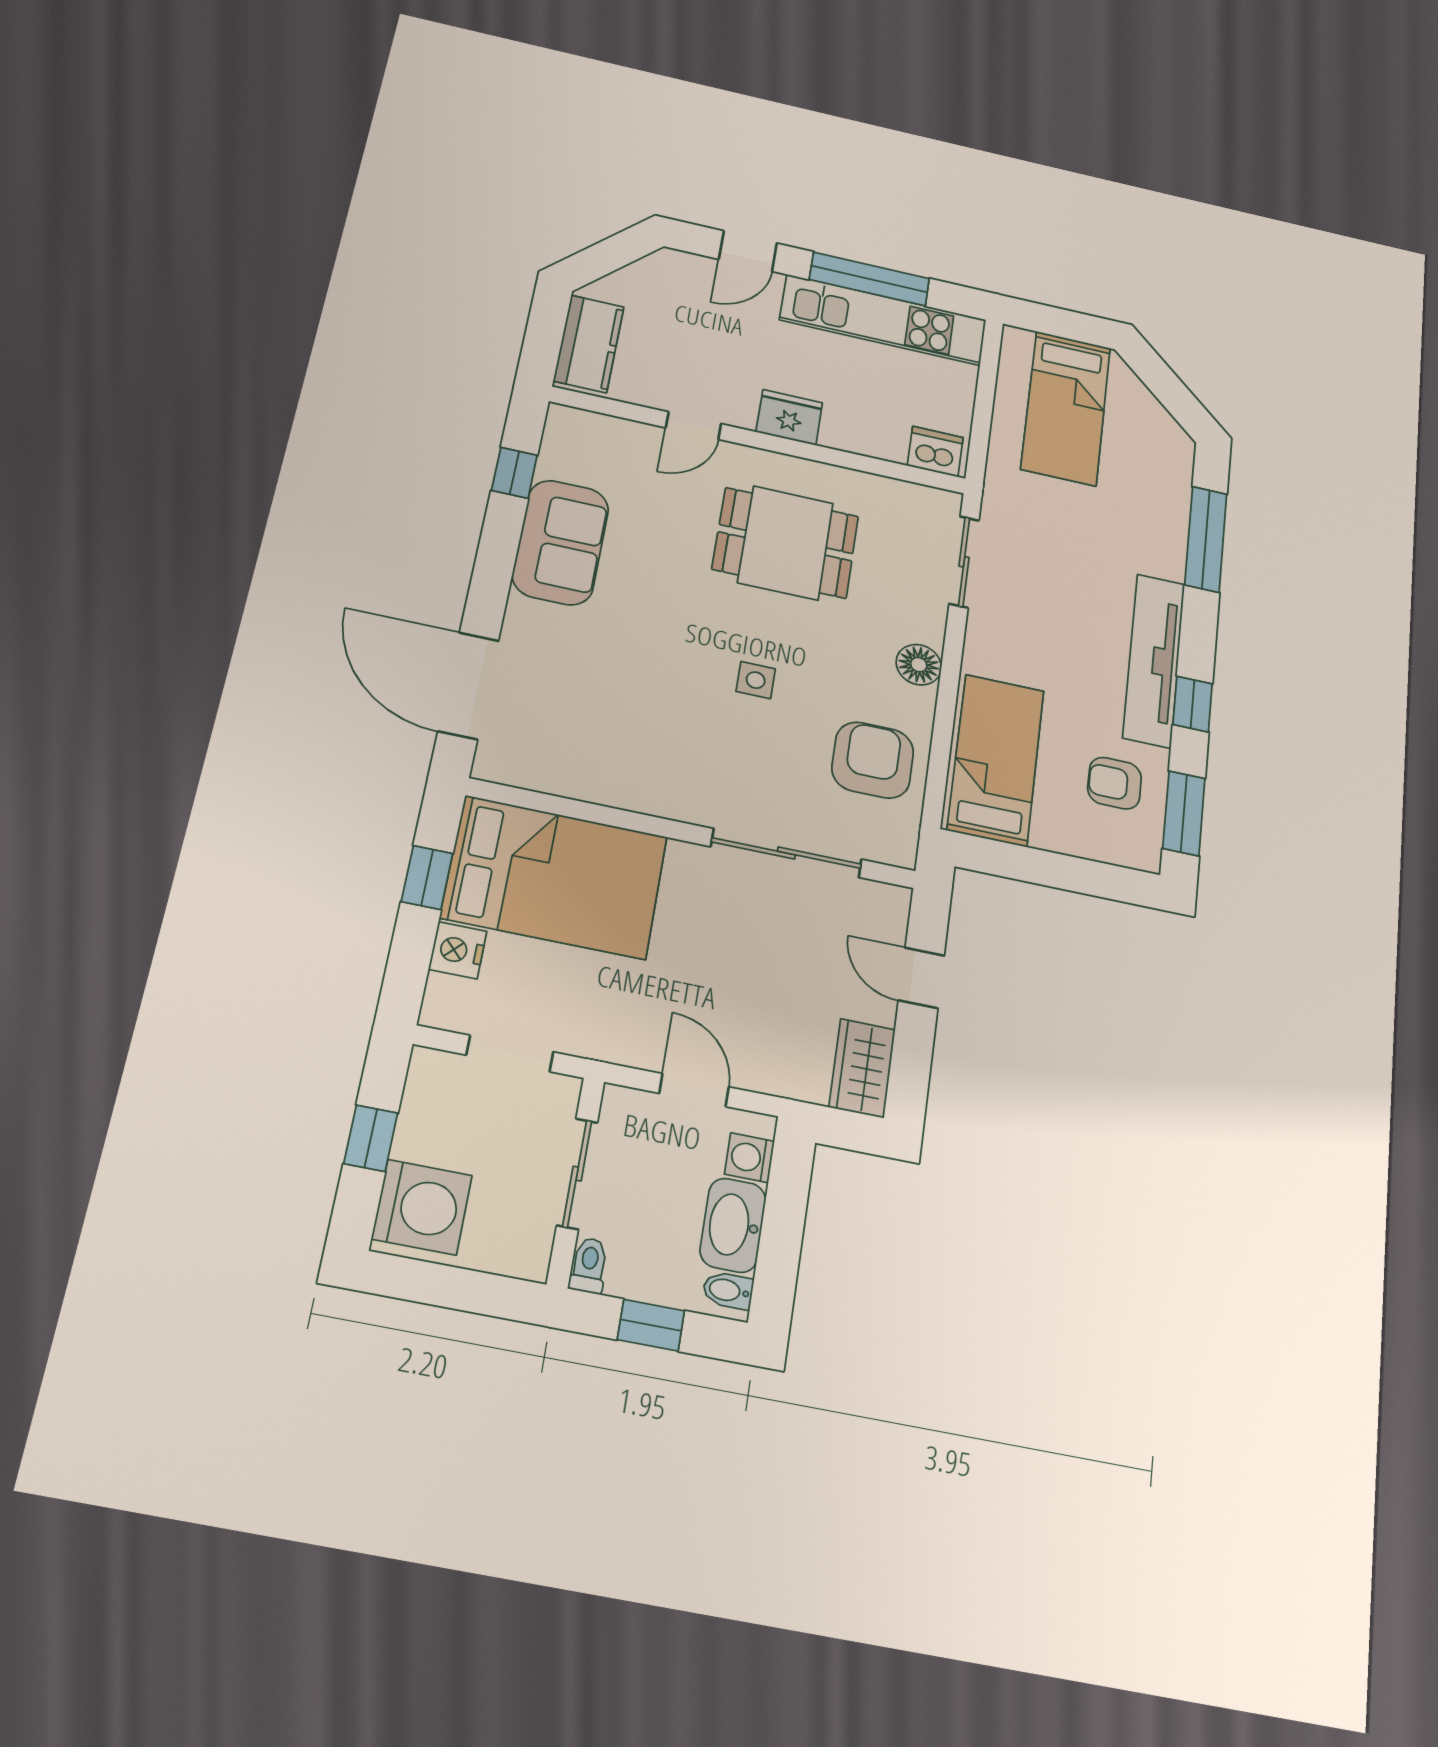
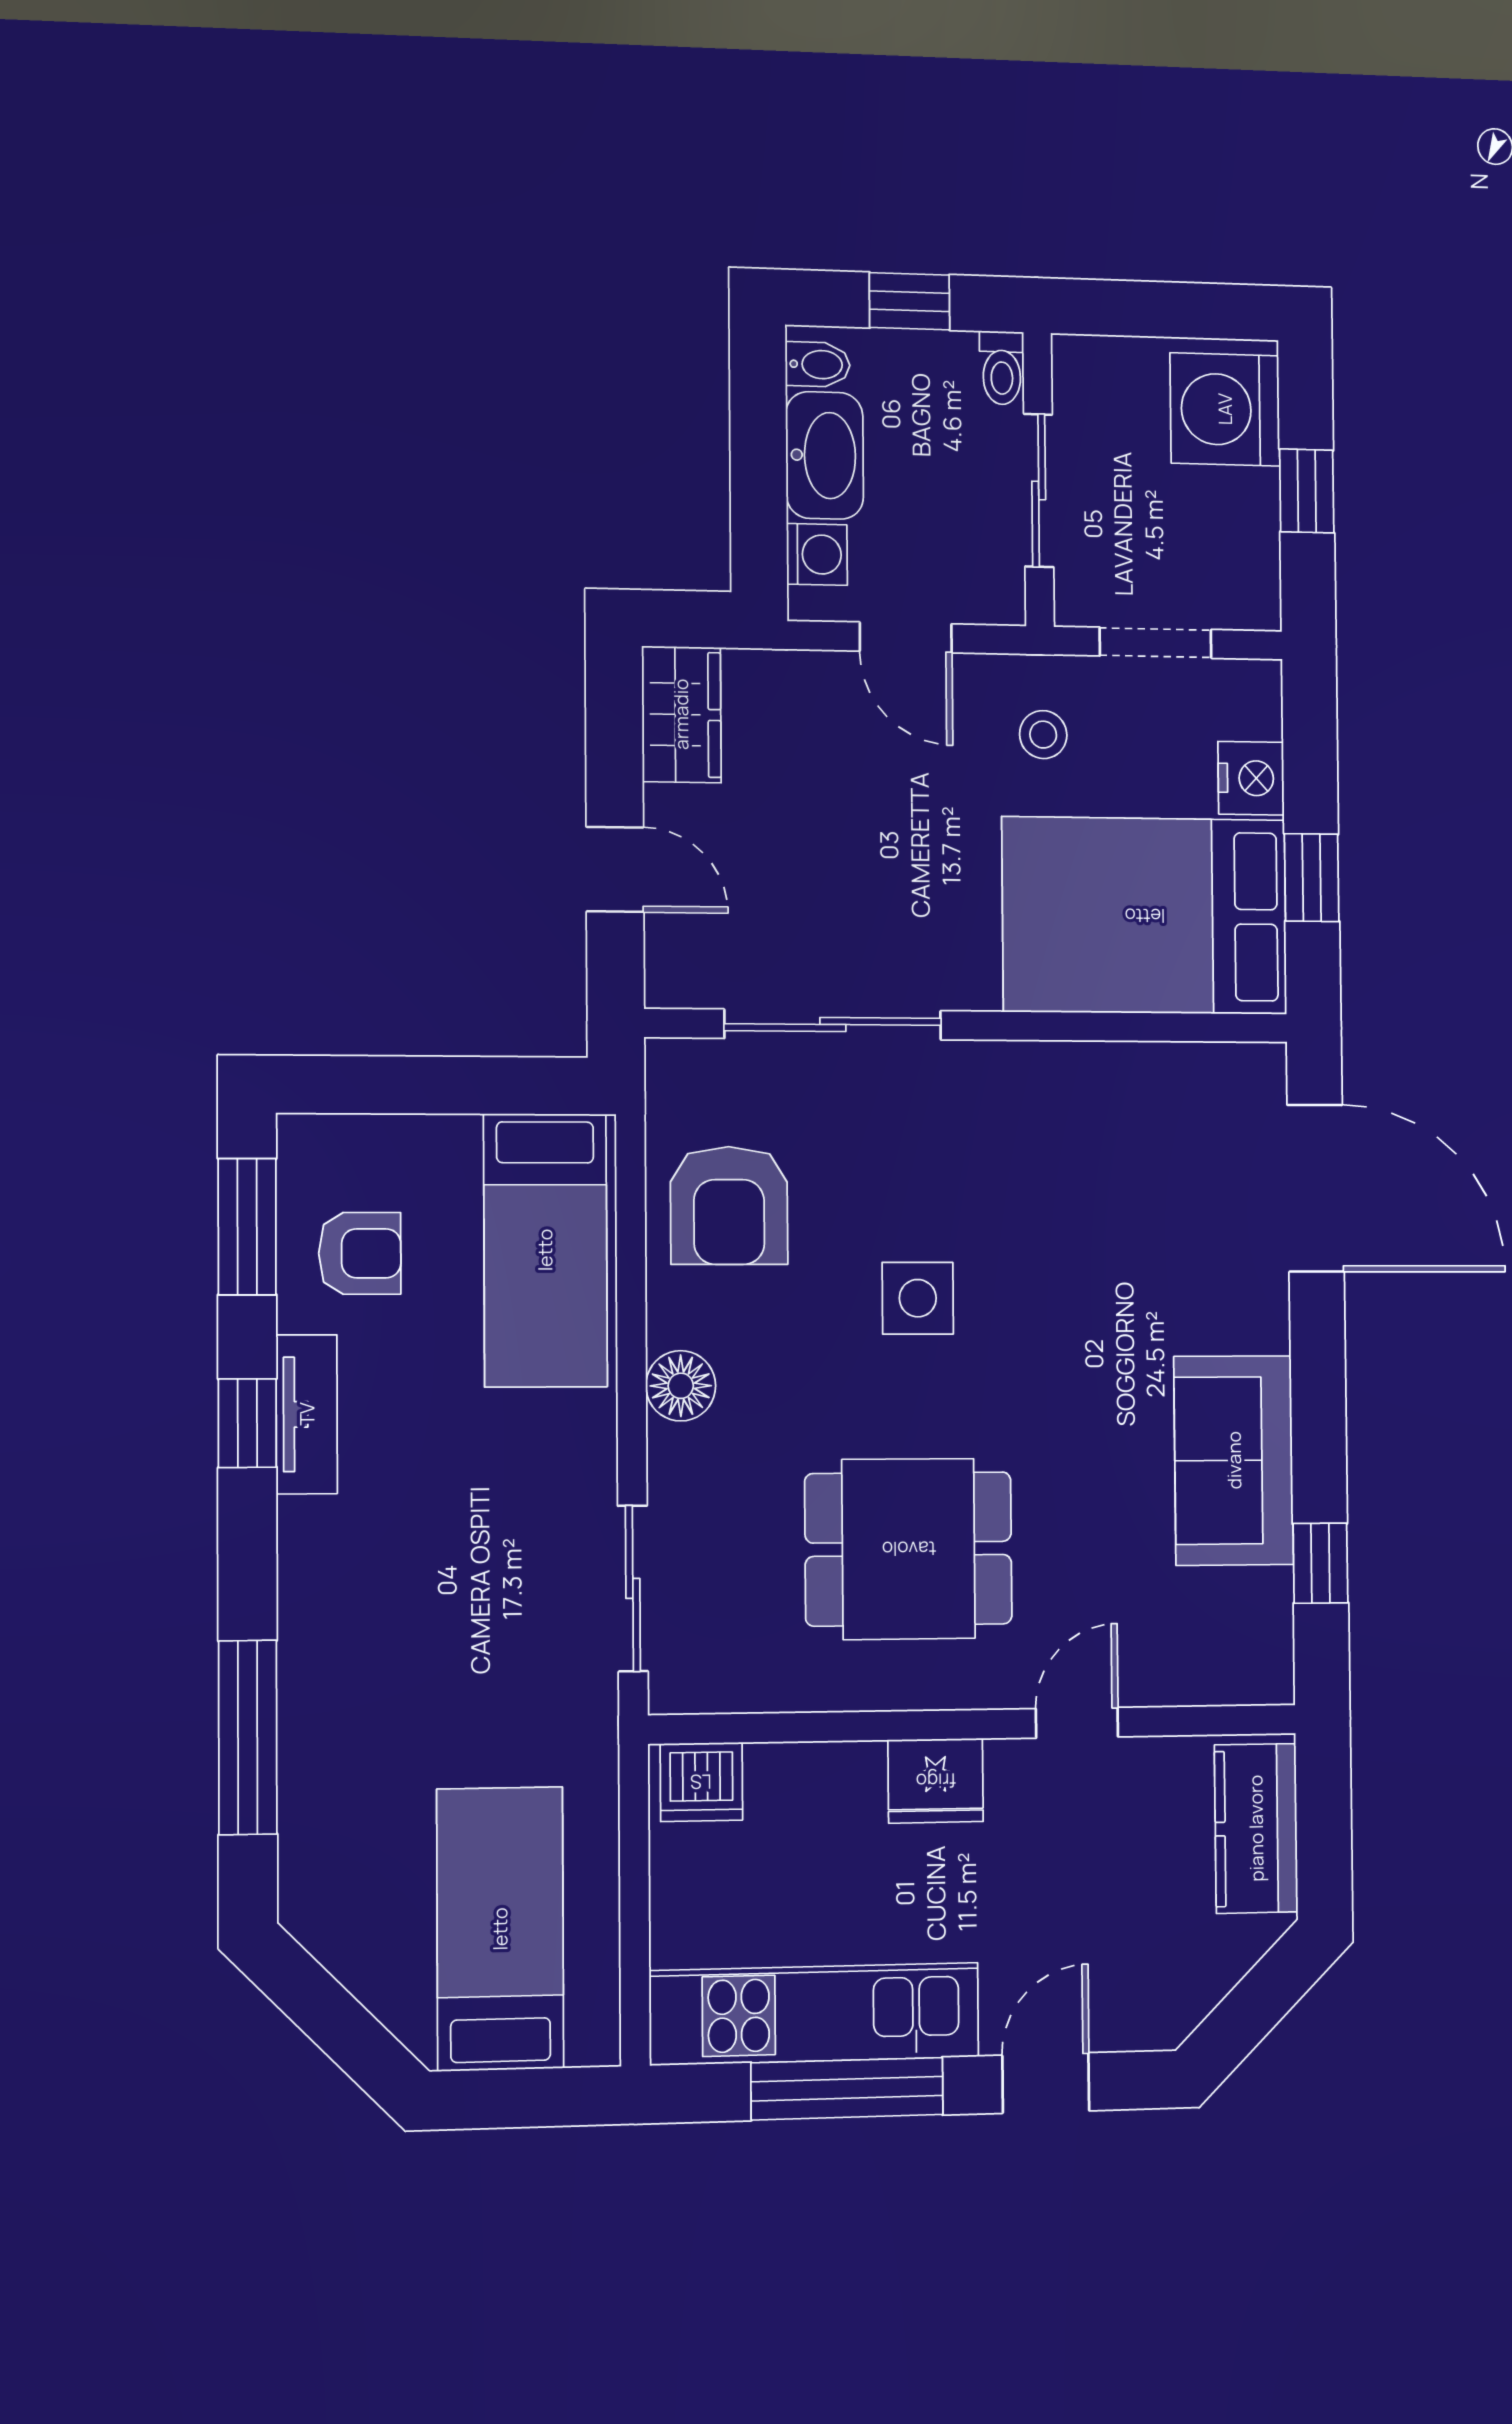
tv unit: (1154, 660) -> (307, 1414), width x0.52, depth x0.78
side table: (756, 680) -> (918, 1298), width x1.37, depth x1.37
stool: (605, 1007) -> (1043, 735), added

